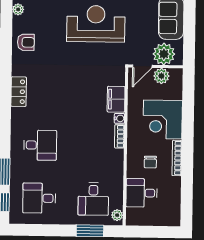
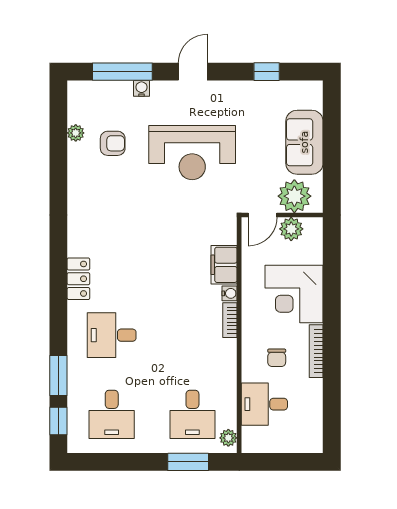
reception desk: (96, 24) -> (192, 153), turned 180
armchair: (26, 42) -> (113, 143), moved
locker: (19, 92) -> (78, 279), moved
desk: (40, 145) -> (112, 335), turned 180
desk: (39, 198) -> (112, 414), turned -90

